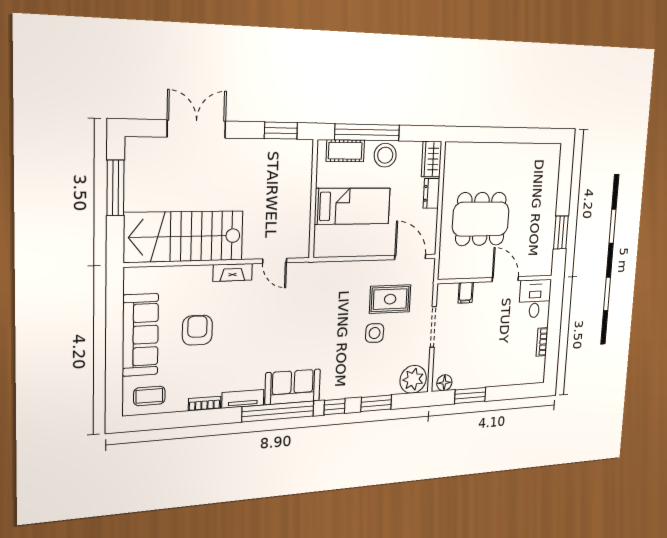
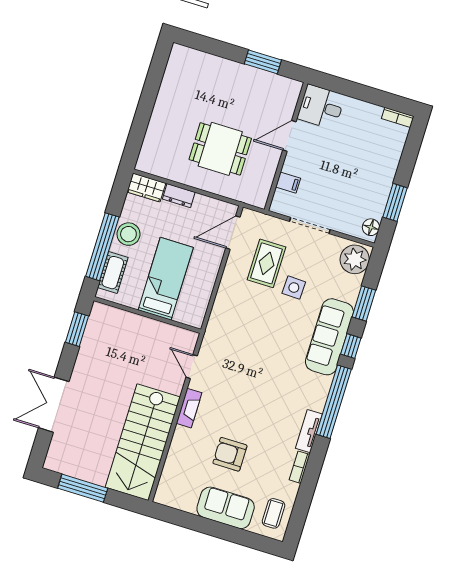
dining table: (481, 219) -> (220, 149), width x0.73
door: (275, 261) -> (192, 367), swing flipped
sofa: (140, 335) -> (226, 508), width x0.73
bookcase: (542, 342) -> (398, 117), moved
sofa: (293, 387) -> (329, 337), moved, width x1.36

